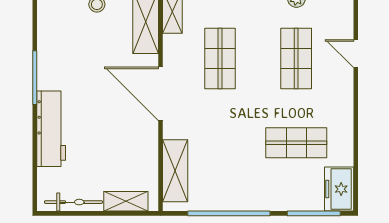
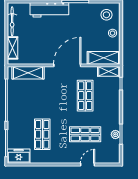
stool: (61, 16) -> (106, 15), added
shop shelf: (220, 58) -> (85, 96), turned 90

